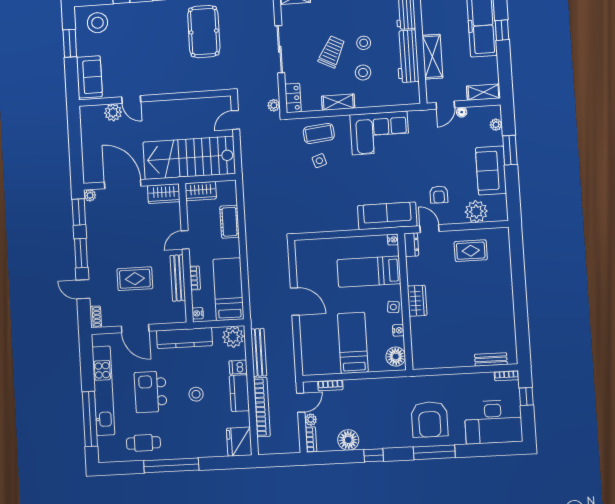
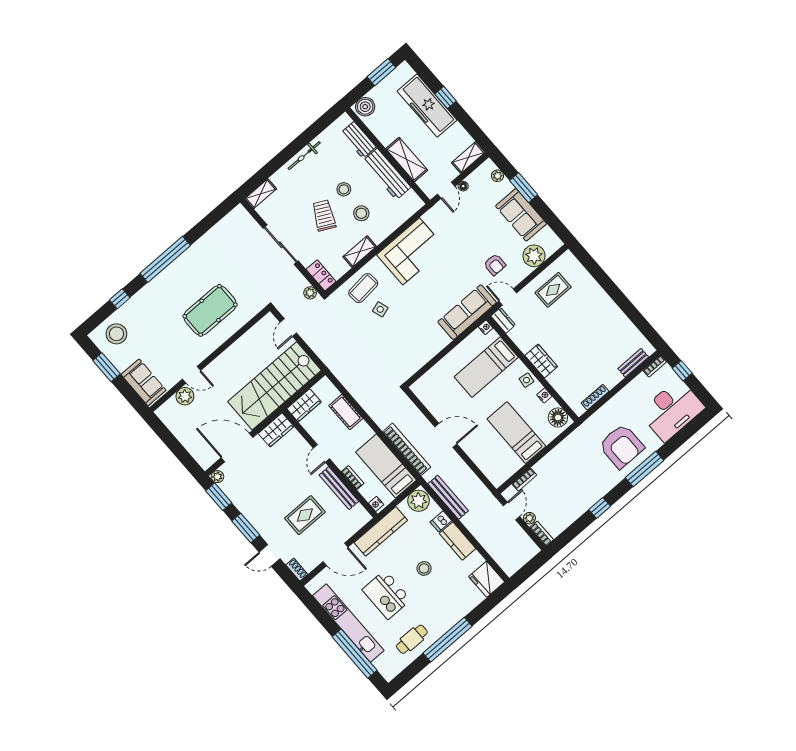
pool table: (204, 32) -> (210, 310), moved, turned 90
shoe rack: (438, 363) -> (595, 397), added
bookcase: (262, 407) -> (407, 449), moved
floor lamp: (348, 440) -> (571, 511), removed

